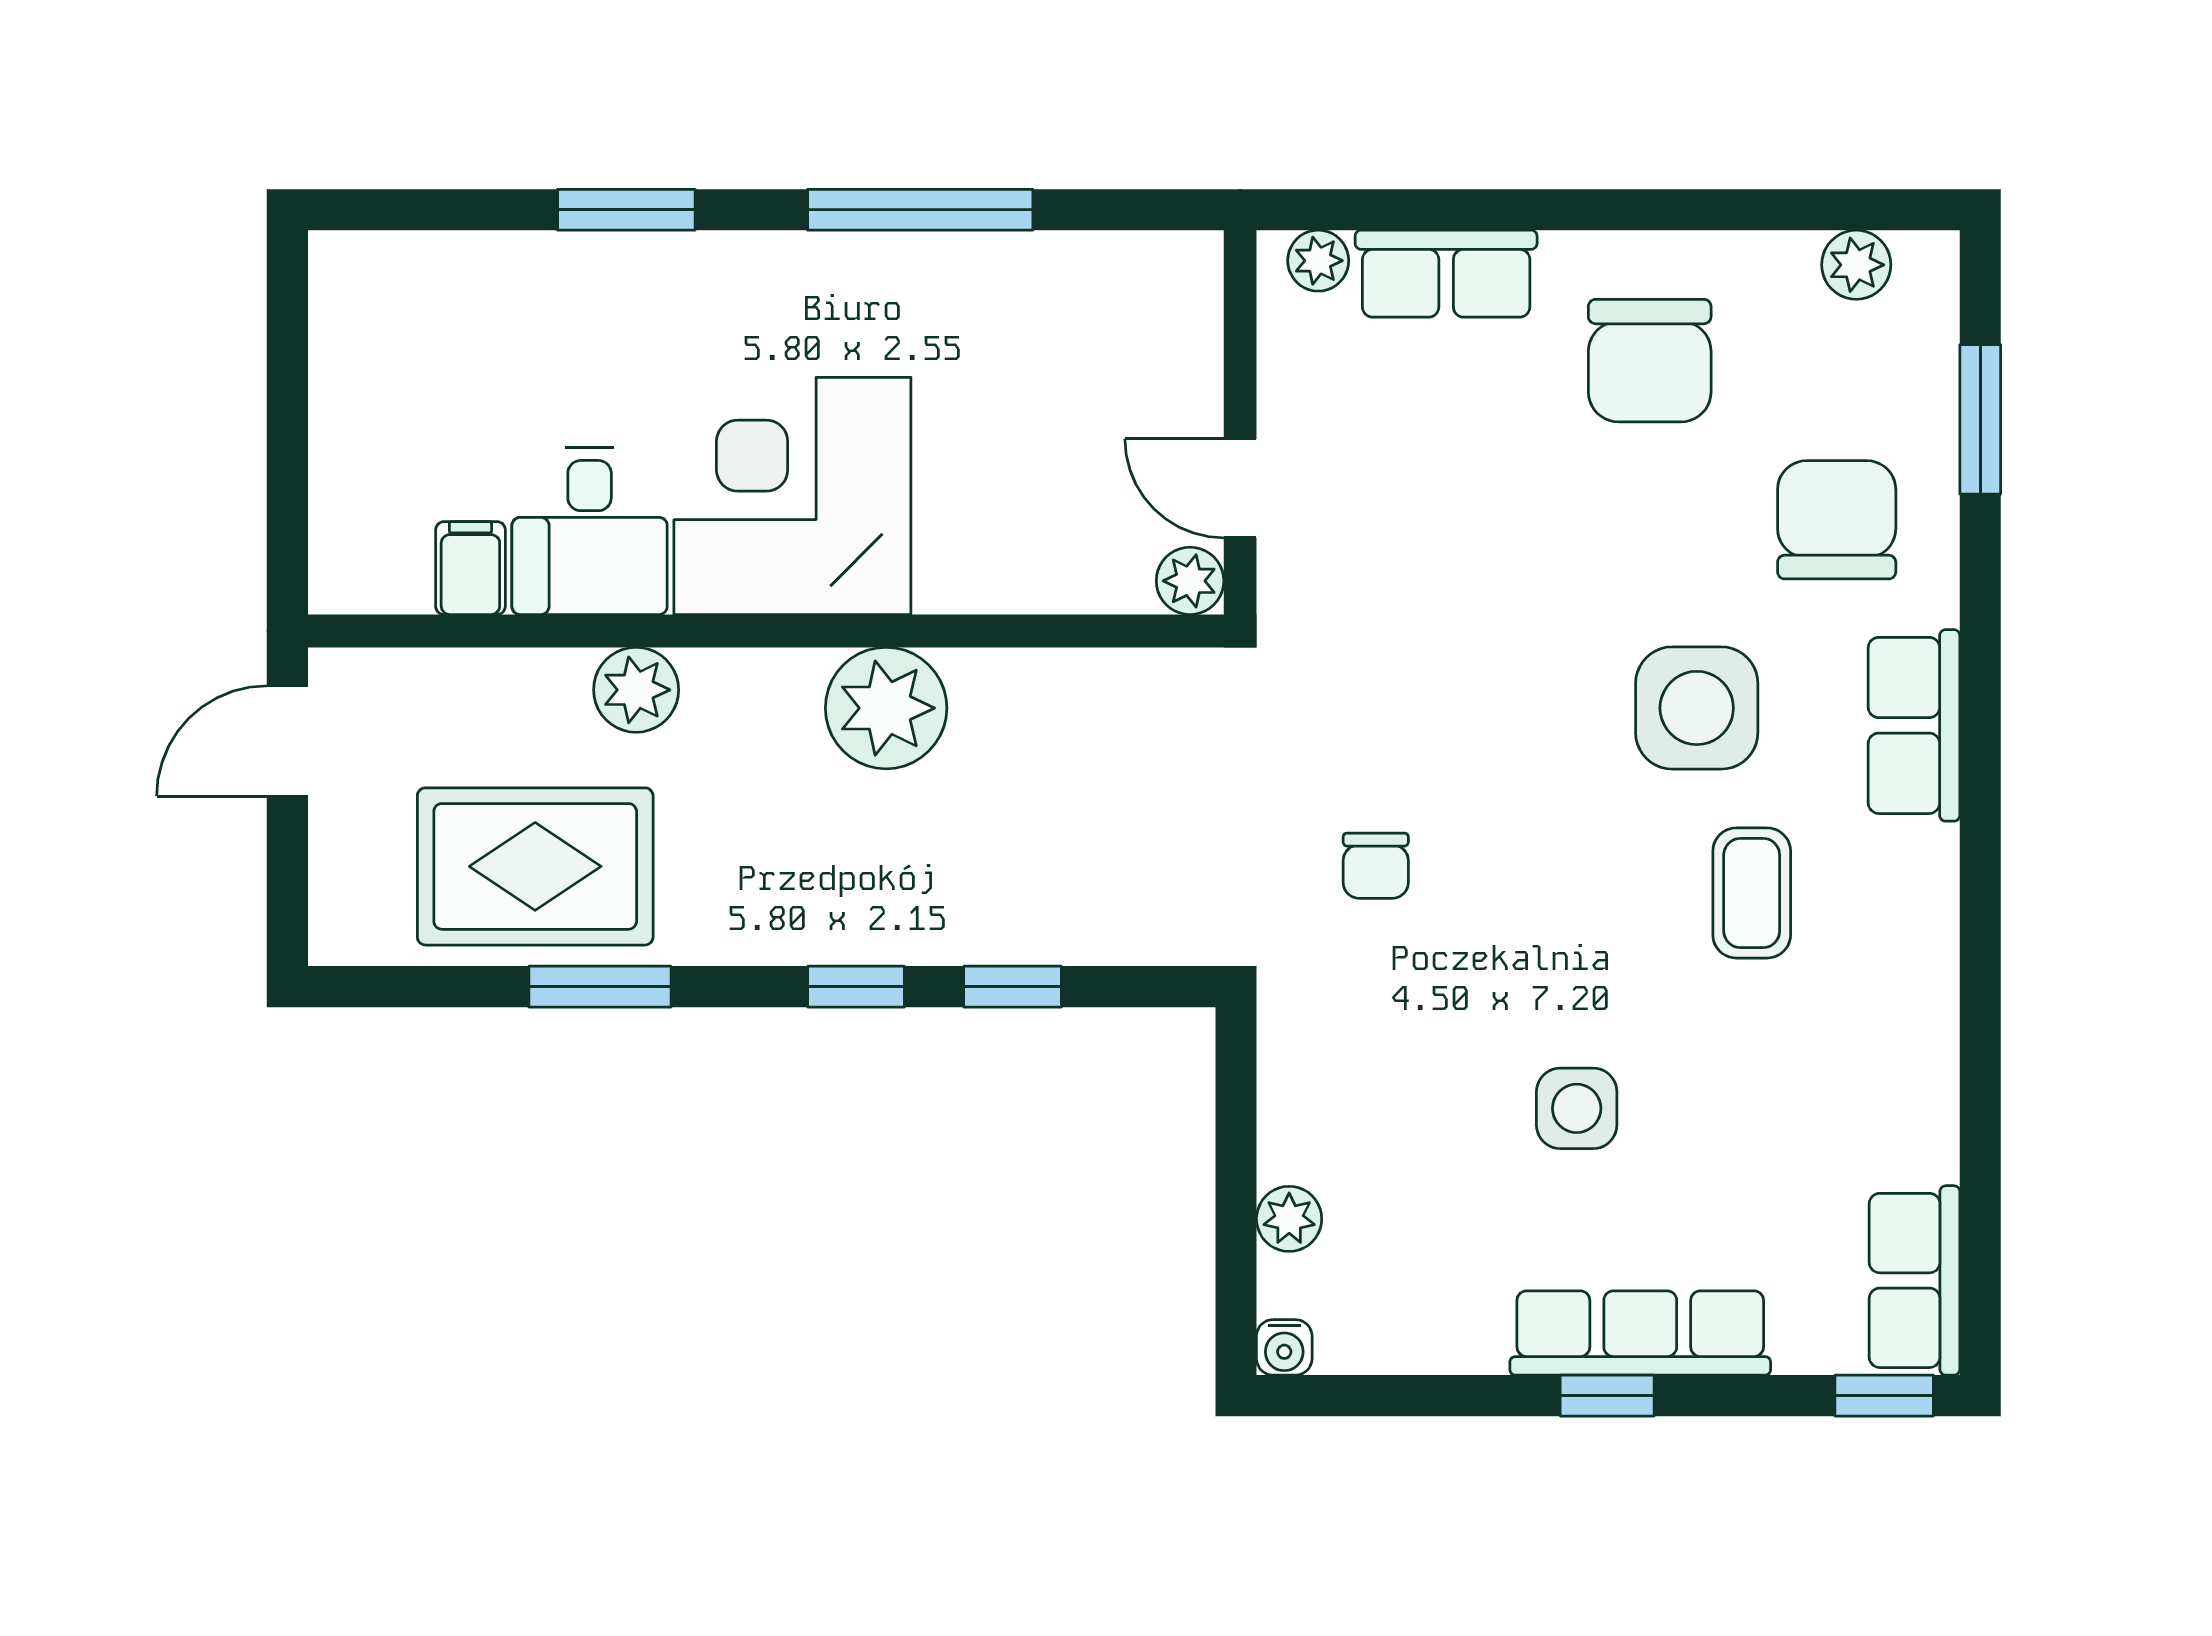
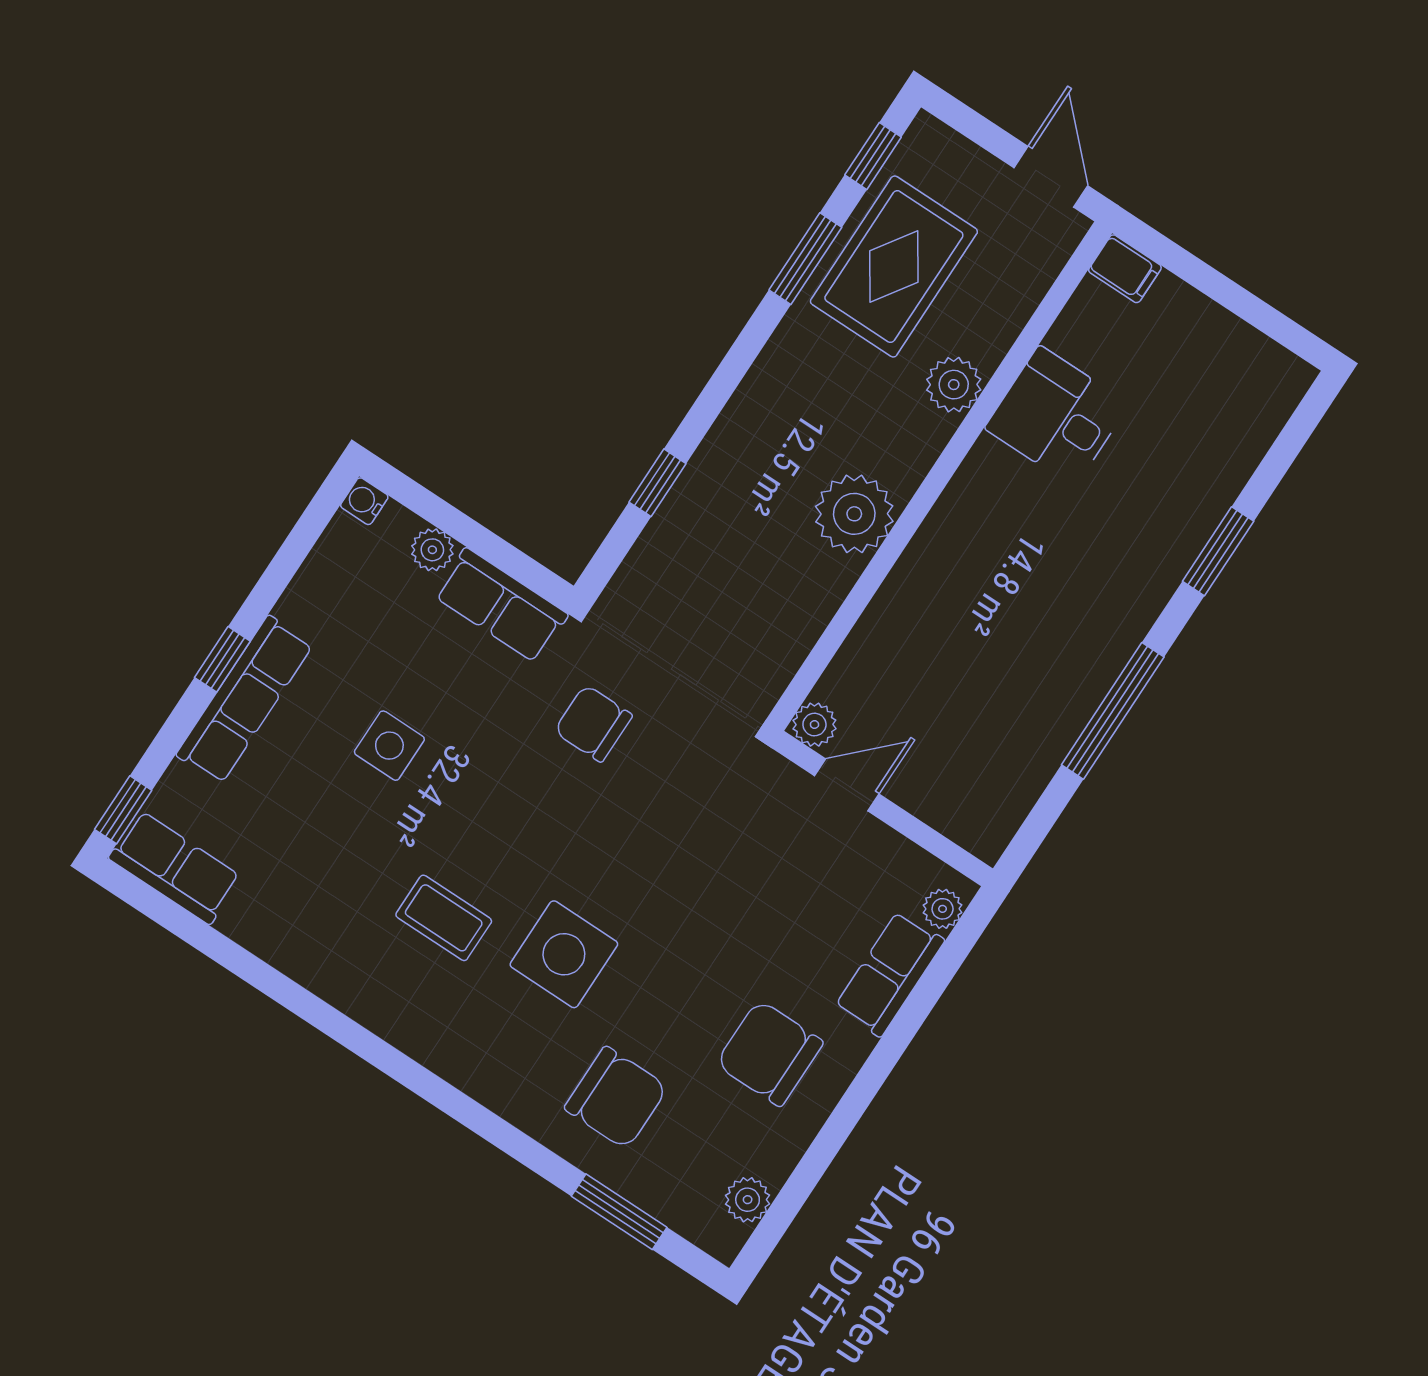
corner desk: (792, 496) -> (1003, 539), removed
filing cabinet: (470, 568) -> (1125, 269), moved
row of seats: (1914, 725) -> (501, 605), moved, turned 180
chair: (1376, 866) -> (593, 723), width x1.37, depth x1.37
window: (856, 987) -> (873, 156), moved

